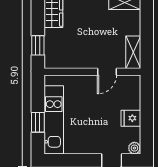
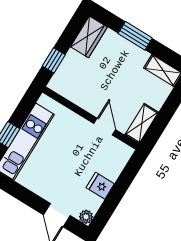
door: (107, 72) -> (105, 127), swing flipped

